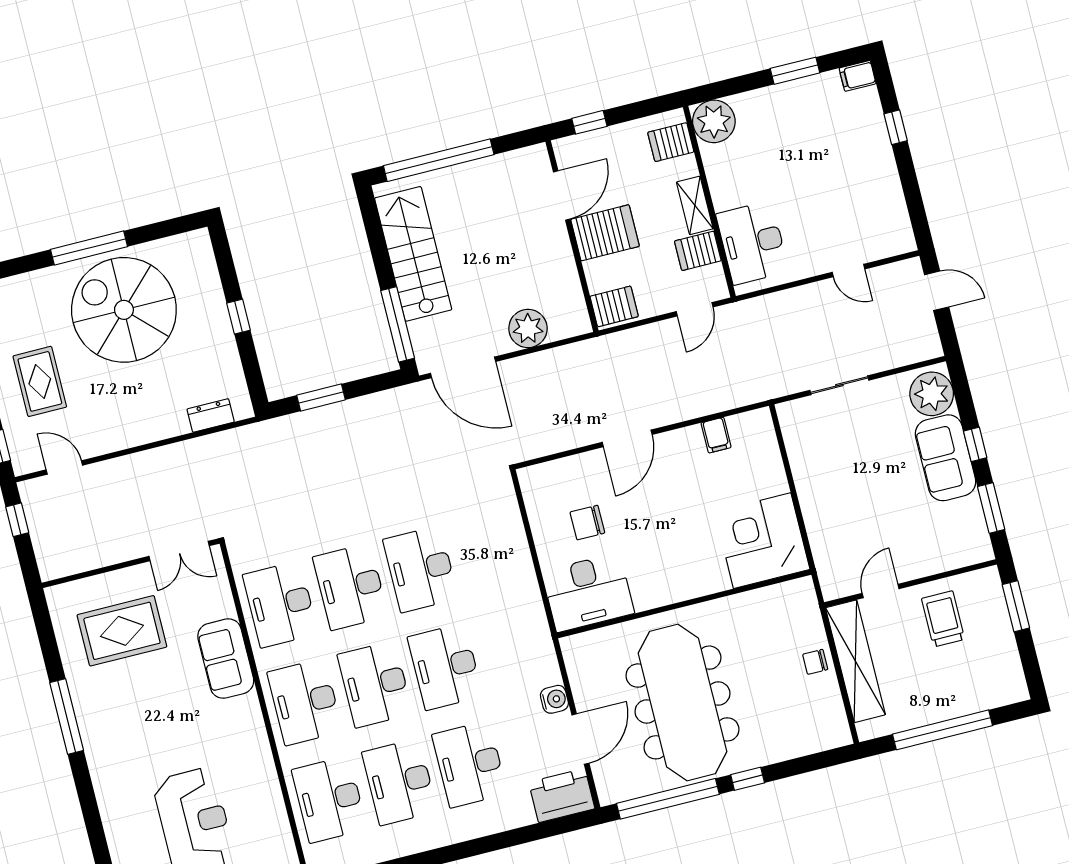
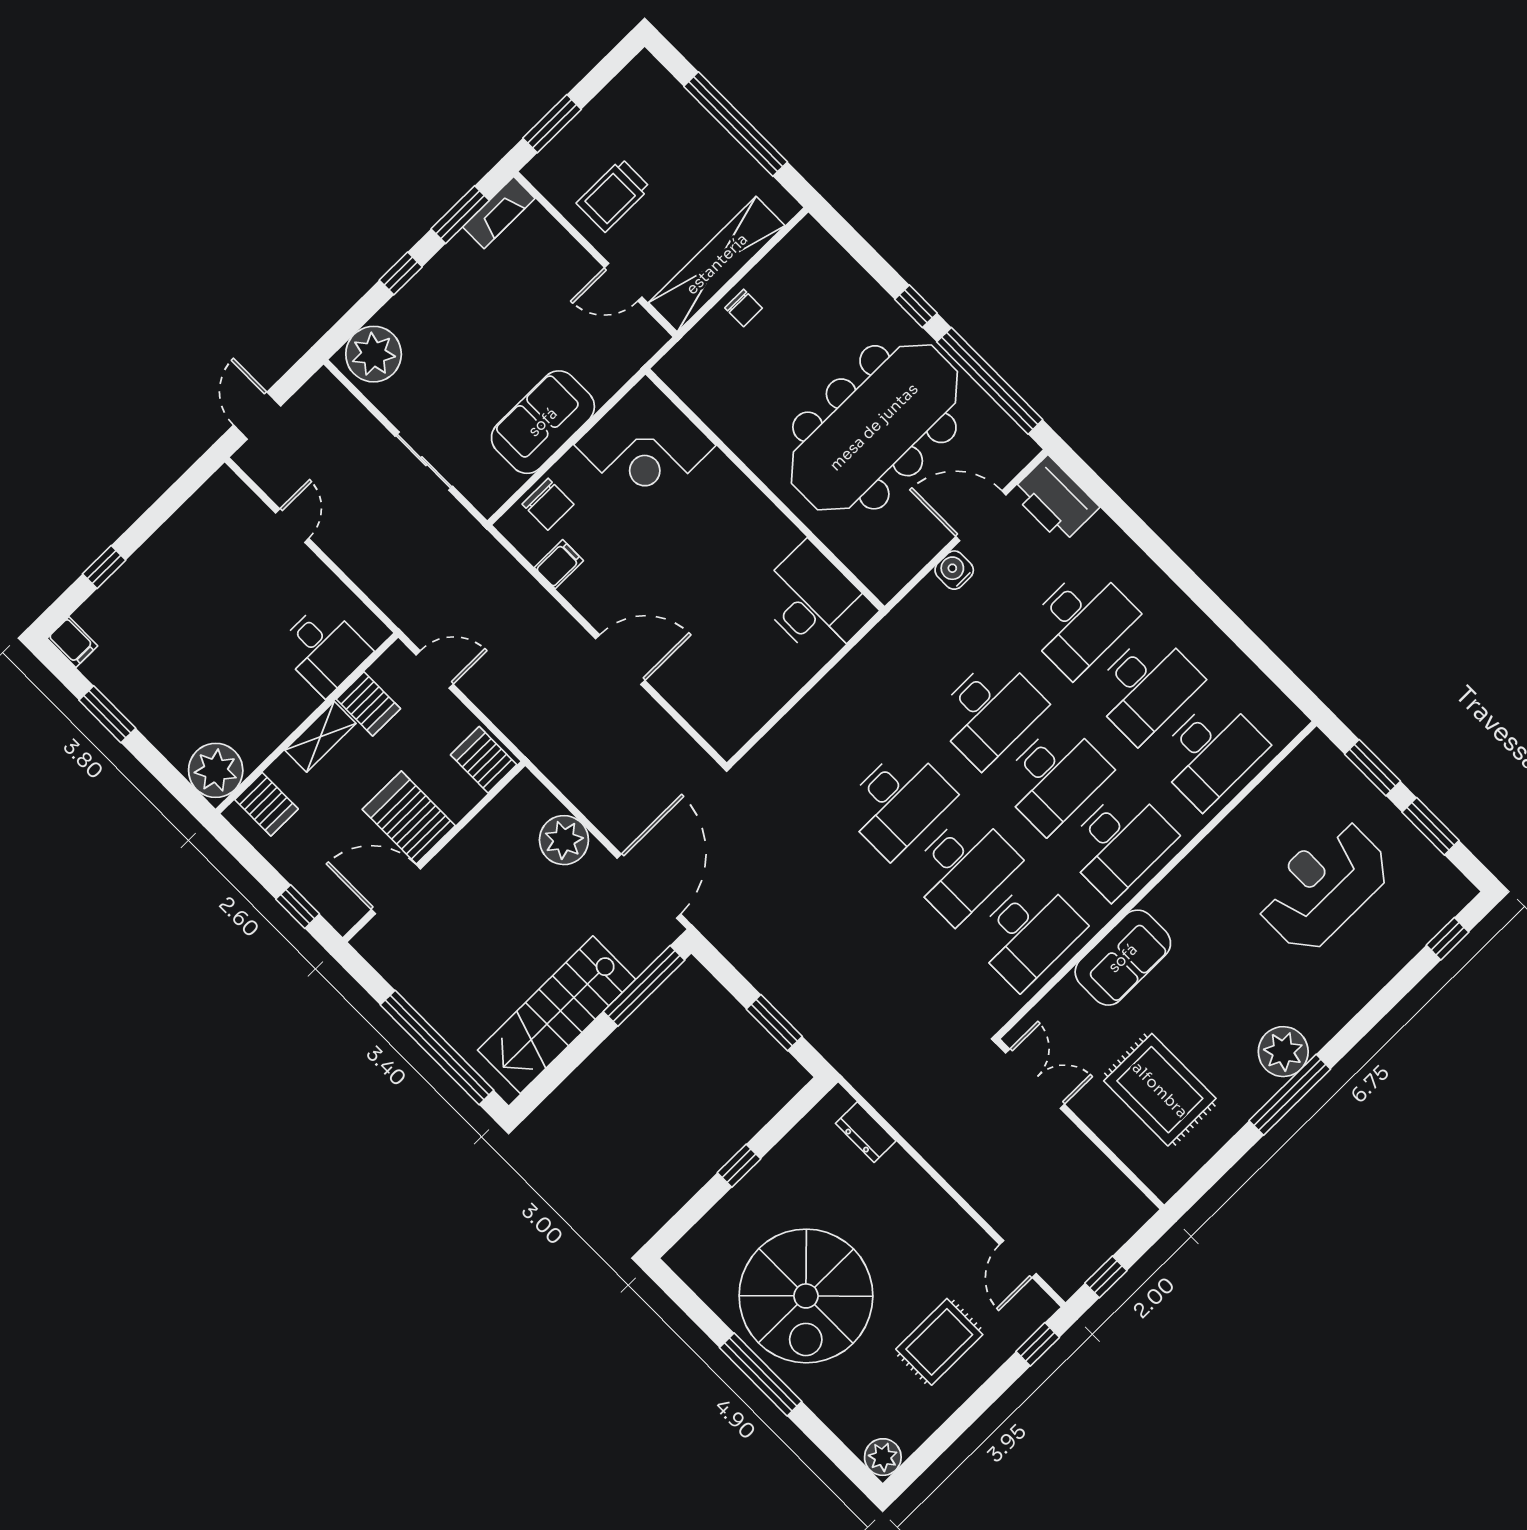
desk: (752, 243) -> (324, 649), width x0.73
sofa: (945, 458) -> (543, 422), moved, turned 180
chair: (587, 523) -> (548, 504), moved
fireplace: (977, 535) -> (499, 213), added
plant: (98, 729) -> (1283, 1052), added

